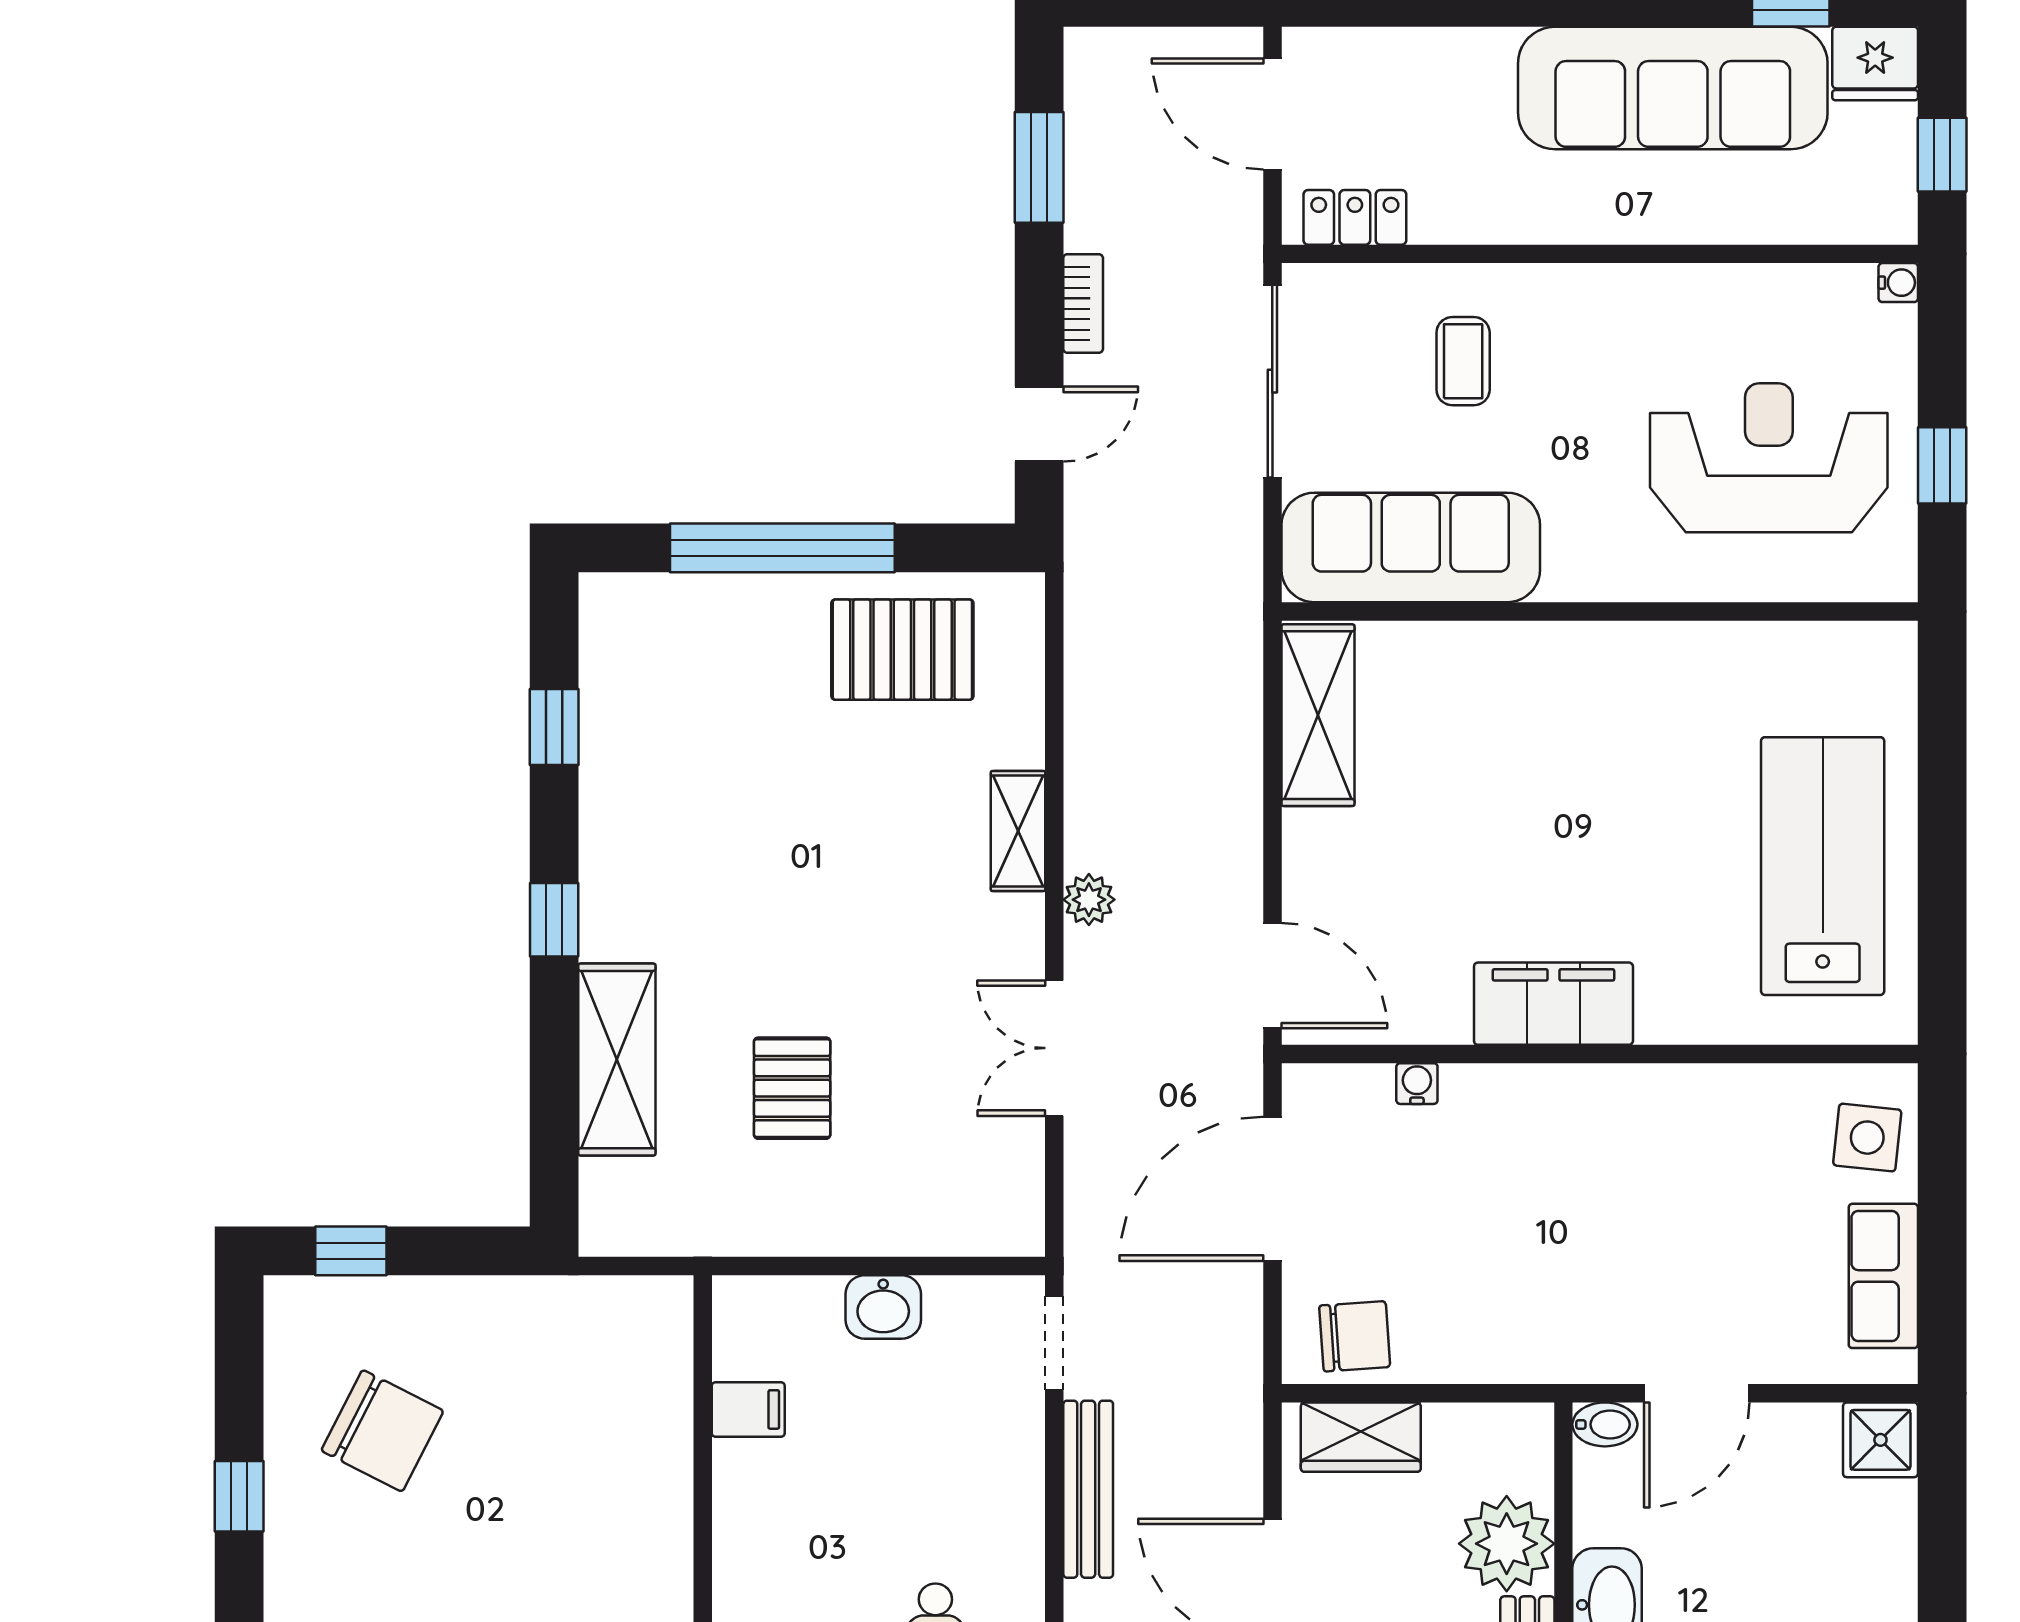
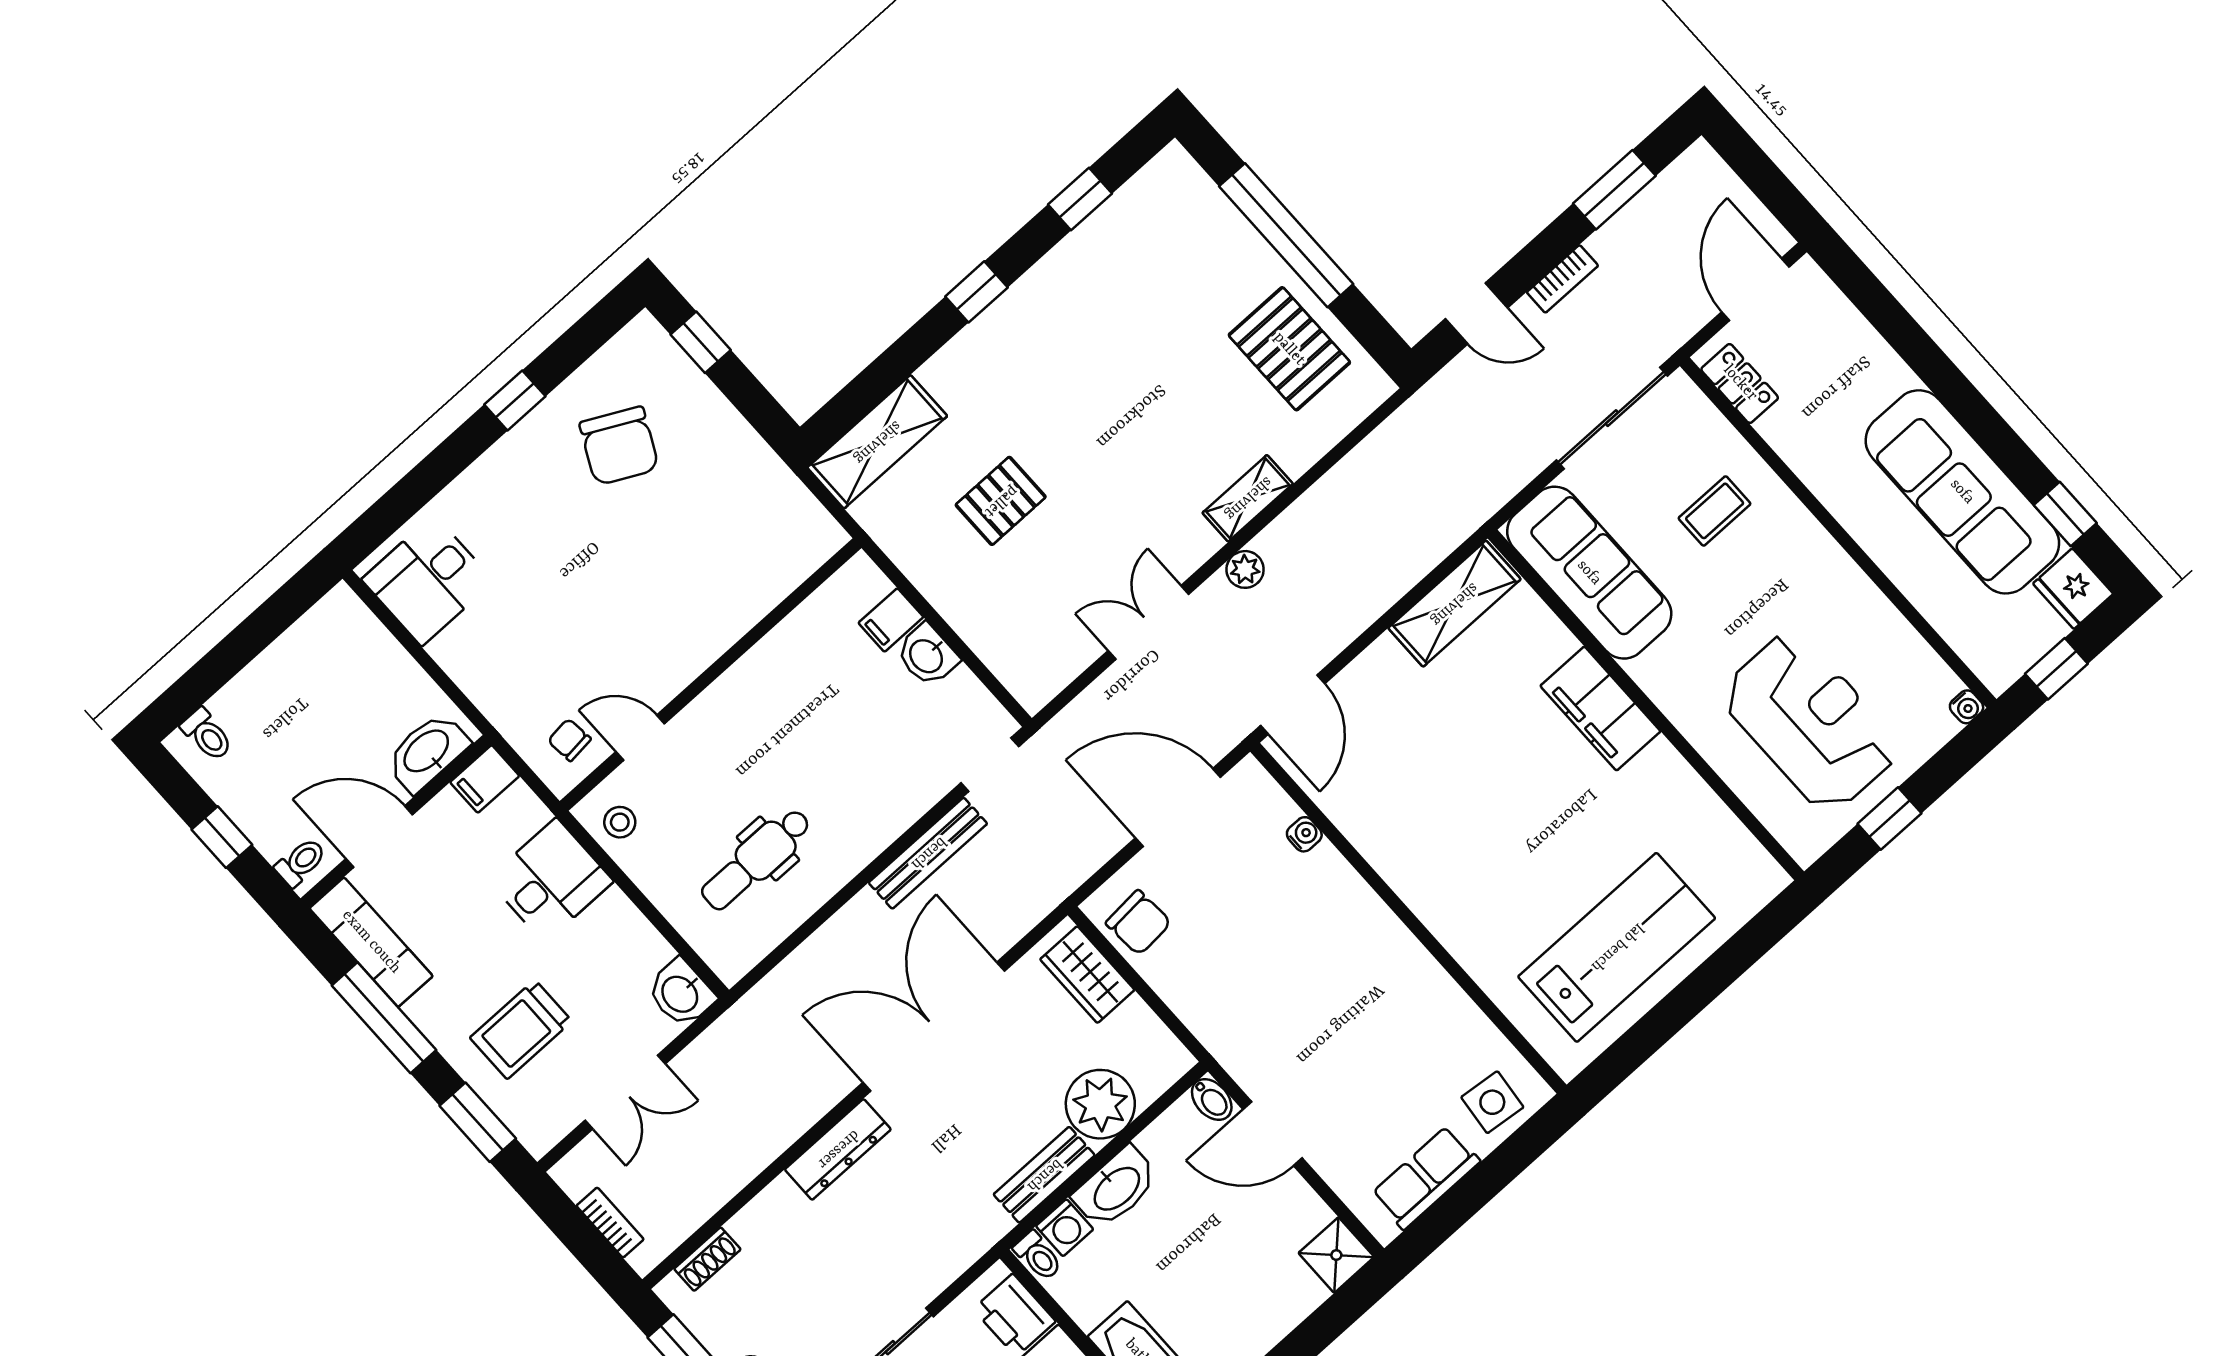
filing cabinet: (1553, 1004) -> (1600, 709), moved, turned 180
shelving: (617, 1060) -> (877, 442), moved
filing cabinet: (748, 1409) -> (891, 620), moved, turned 90

